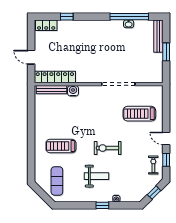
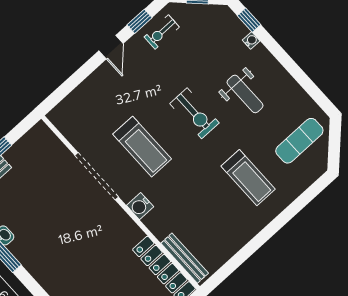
water cooler: (73, 91) -> (140, 206), moved
treadmill: (139, 114) -> (142, 147), moved
weight bench: (97, 176) -> (245, 94), turned 180
window: (102, 205) -> (249, 20), moved

